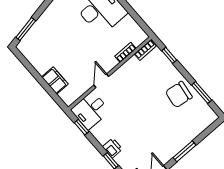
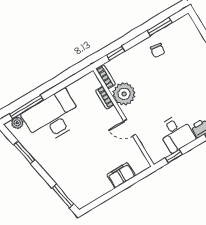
plant: (132, 70) -> (124, 94), added
chair: (179, 95) -> (158, 50), width x0.54, depth x0.54
desk: (90, 110) -> (176, 133), moved

